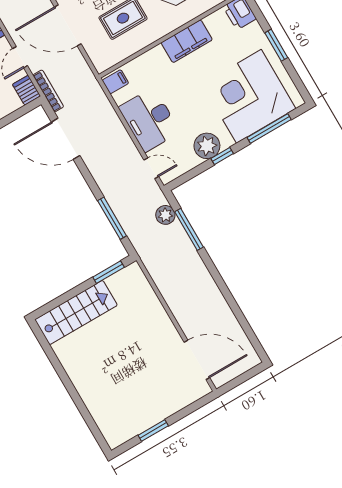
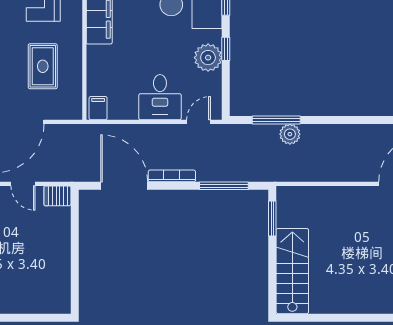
bookcase: (48, 91) -> (172, 176), moved
desk: (149, 120) -> (160, 97), width x0.73
door: (66, 139) -> (124, 186), swing flipped
plant: (165, 215) -> (290, 134), moved

